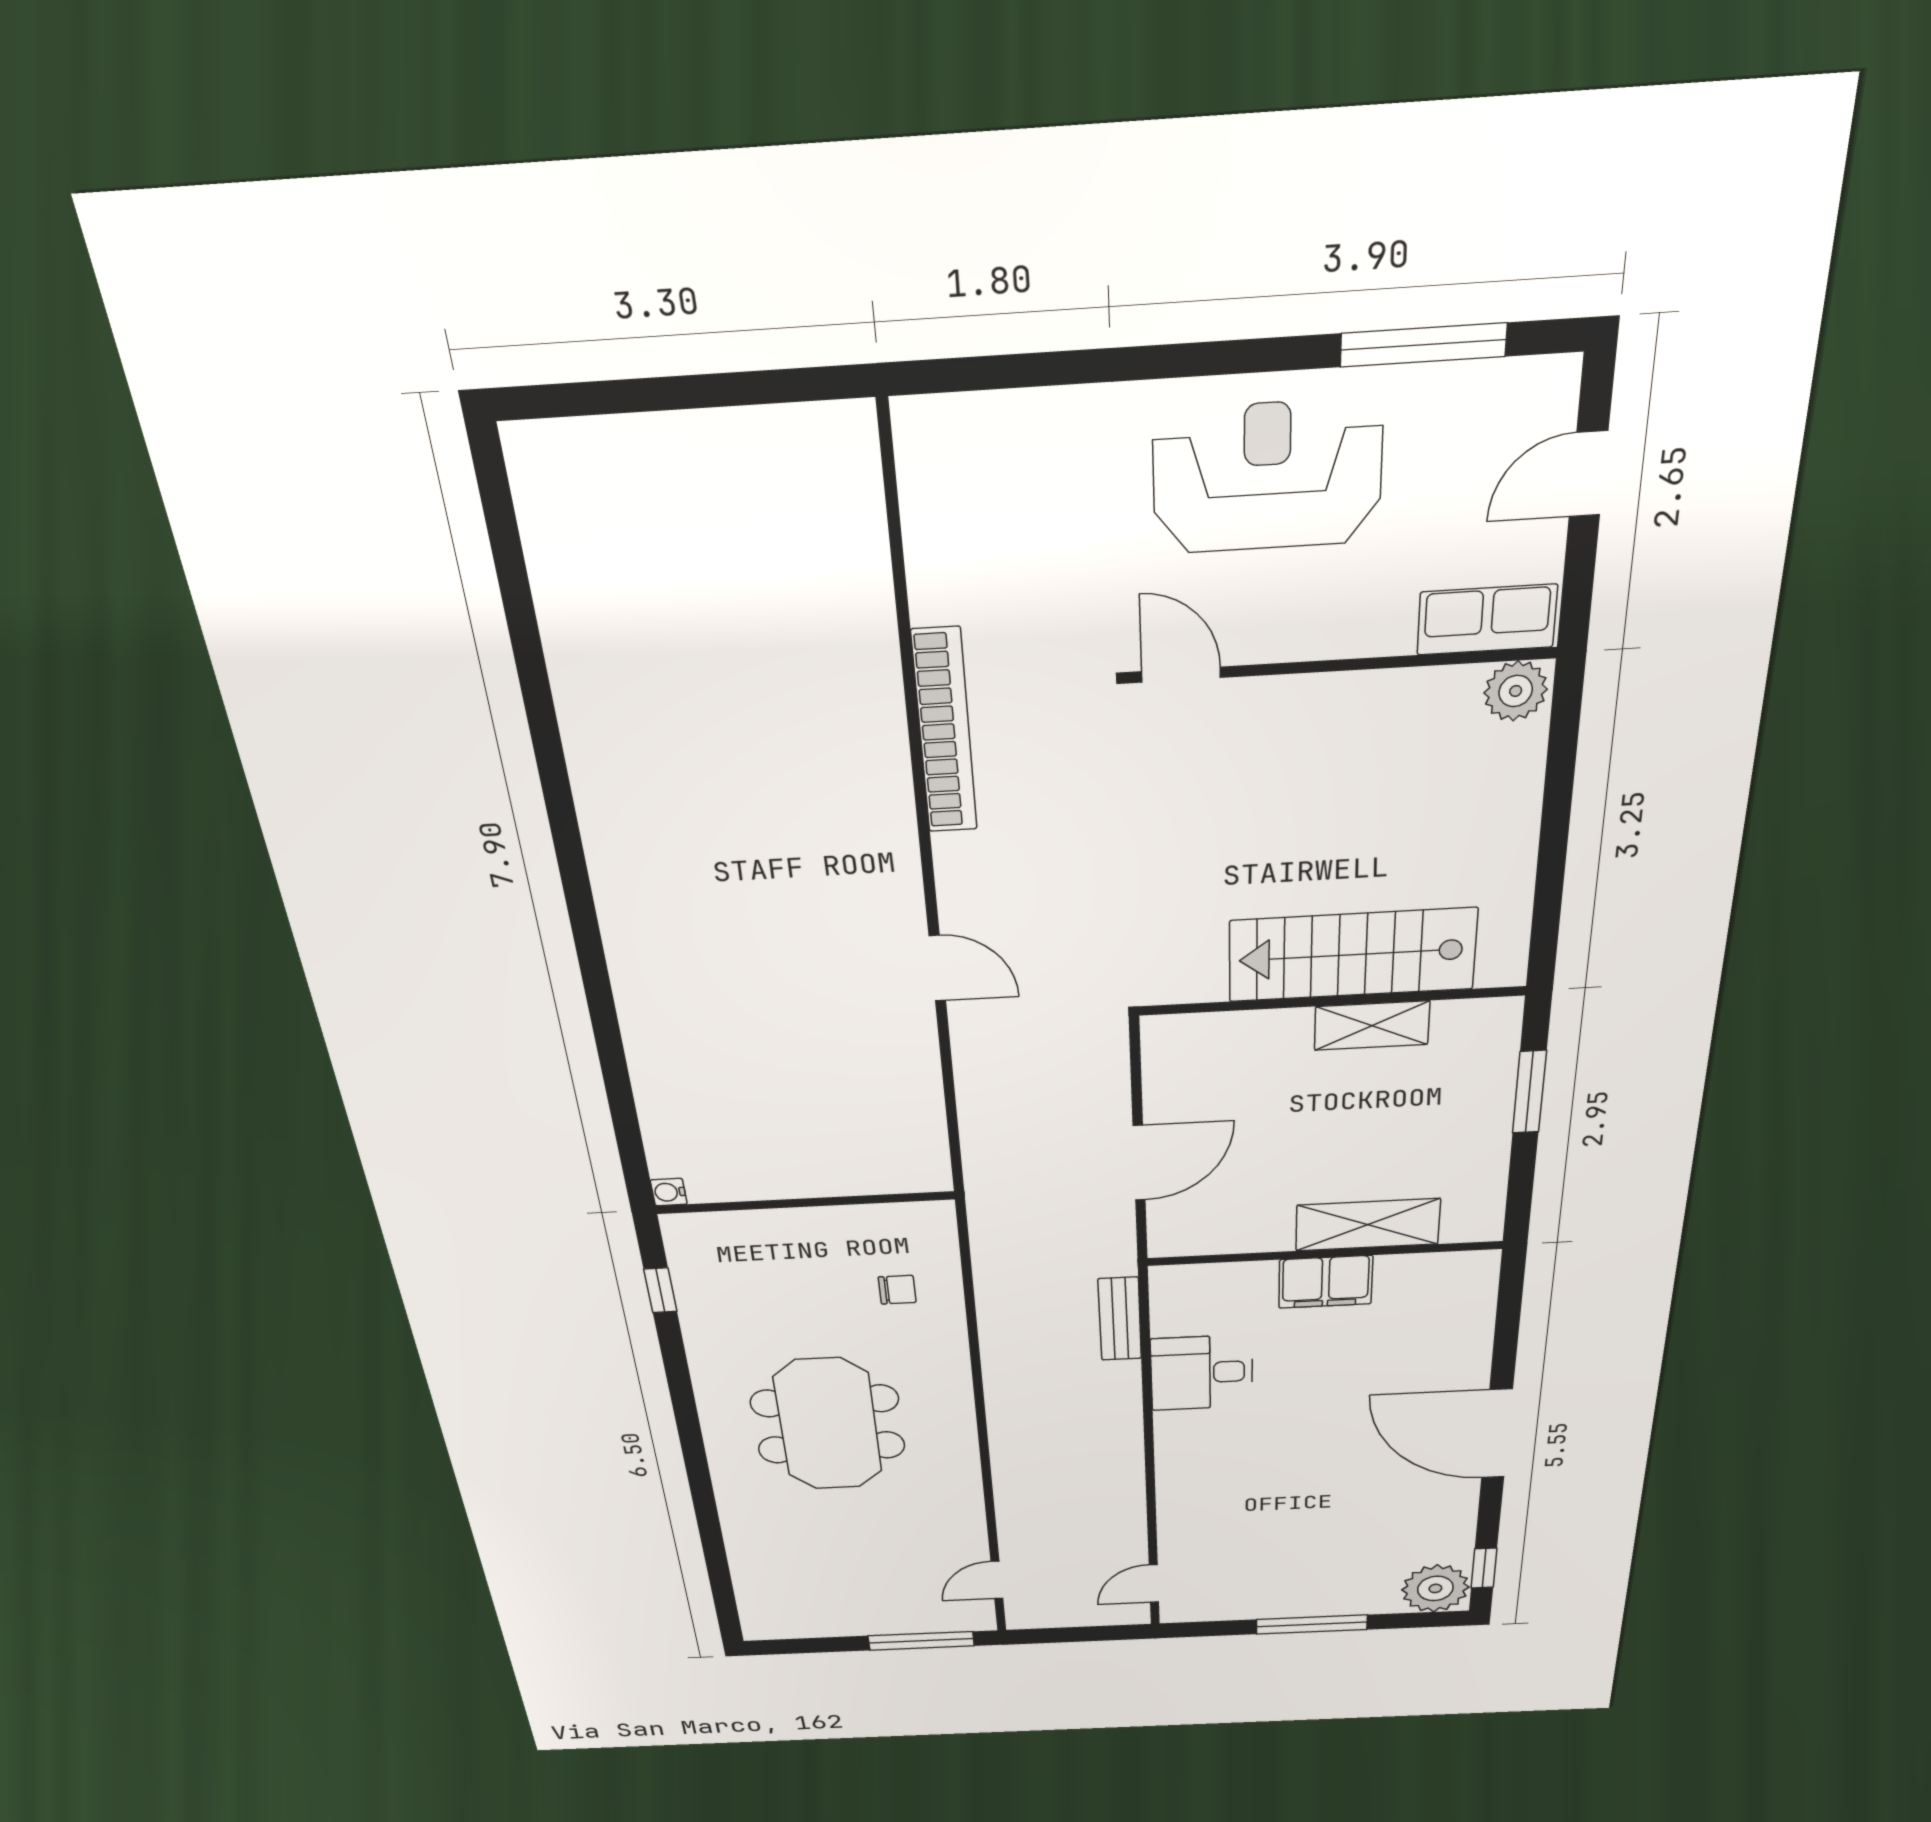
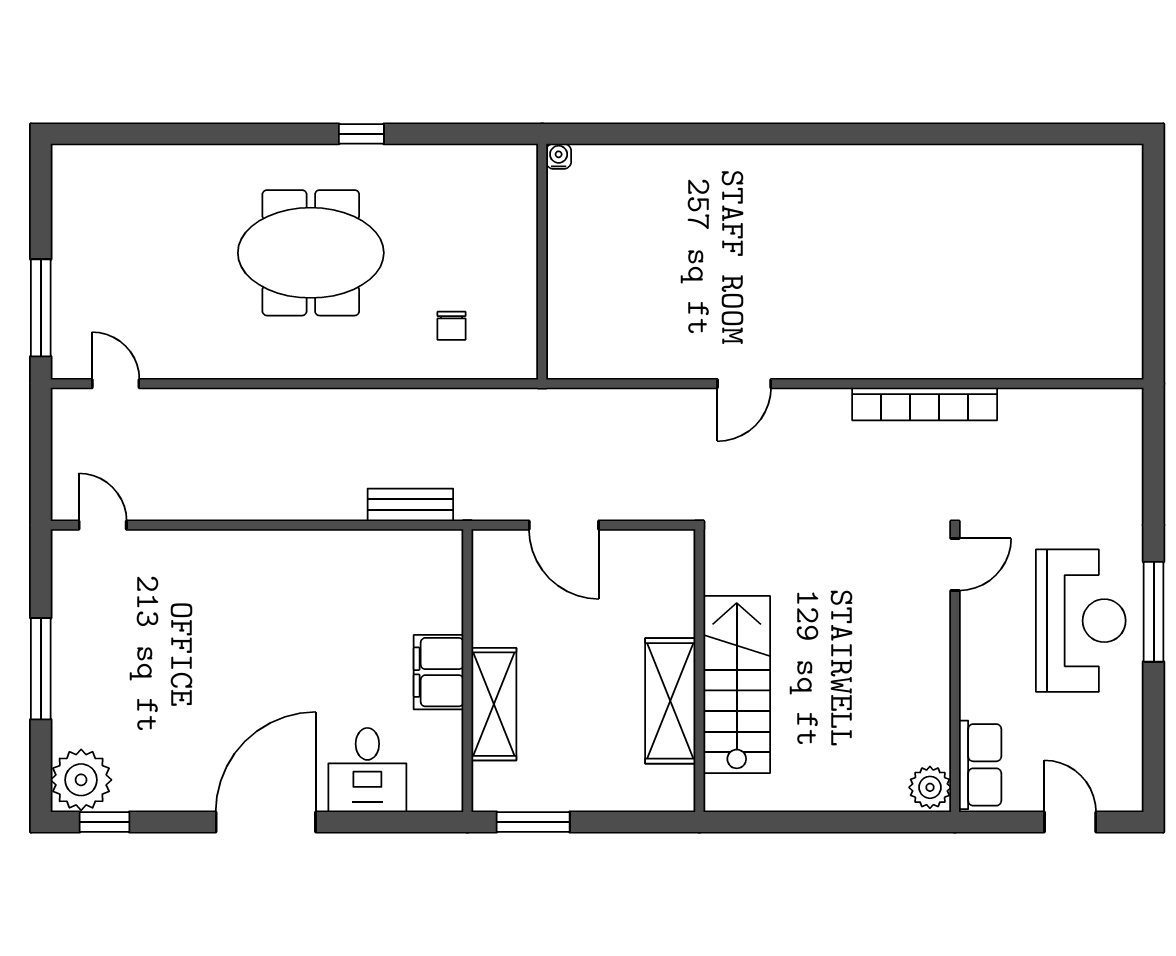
window: (1423, 345) -> (1154, 612), moved
shelving: (1372, 1026) -> (670, 701), width x1.50, depth x1.33
window: (1529, 1092) -> (533, 822), moved
window: (660, 1290) -> (361, 134), moved
desk: (1202, 1373) -> (367, 770), moved, turned 180

